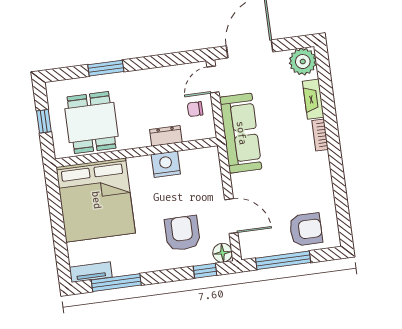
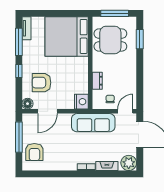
window: (106, 68) -> (140, 39), moved
door: (213, 80) -> (125, 111), hinge flipped
window: (44, 121) -> (115, 13), width x2.17
nightstand: (166, 164) -> (81, 102), moved
armchair: (182, 233) -> (41, 83), turned 180
window: (205, 271) -> (19, 71), moved

